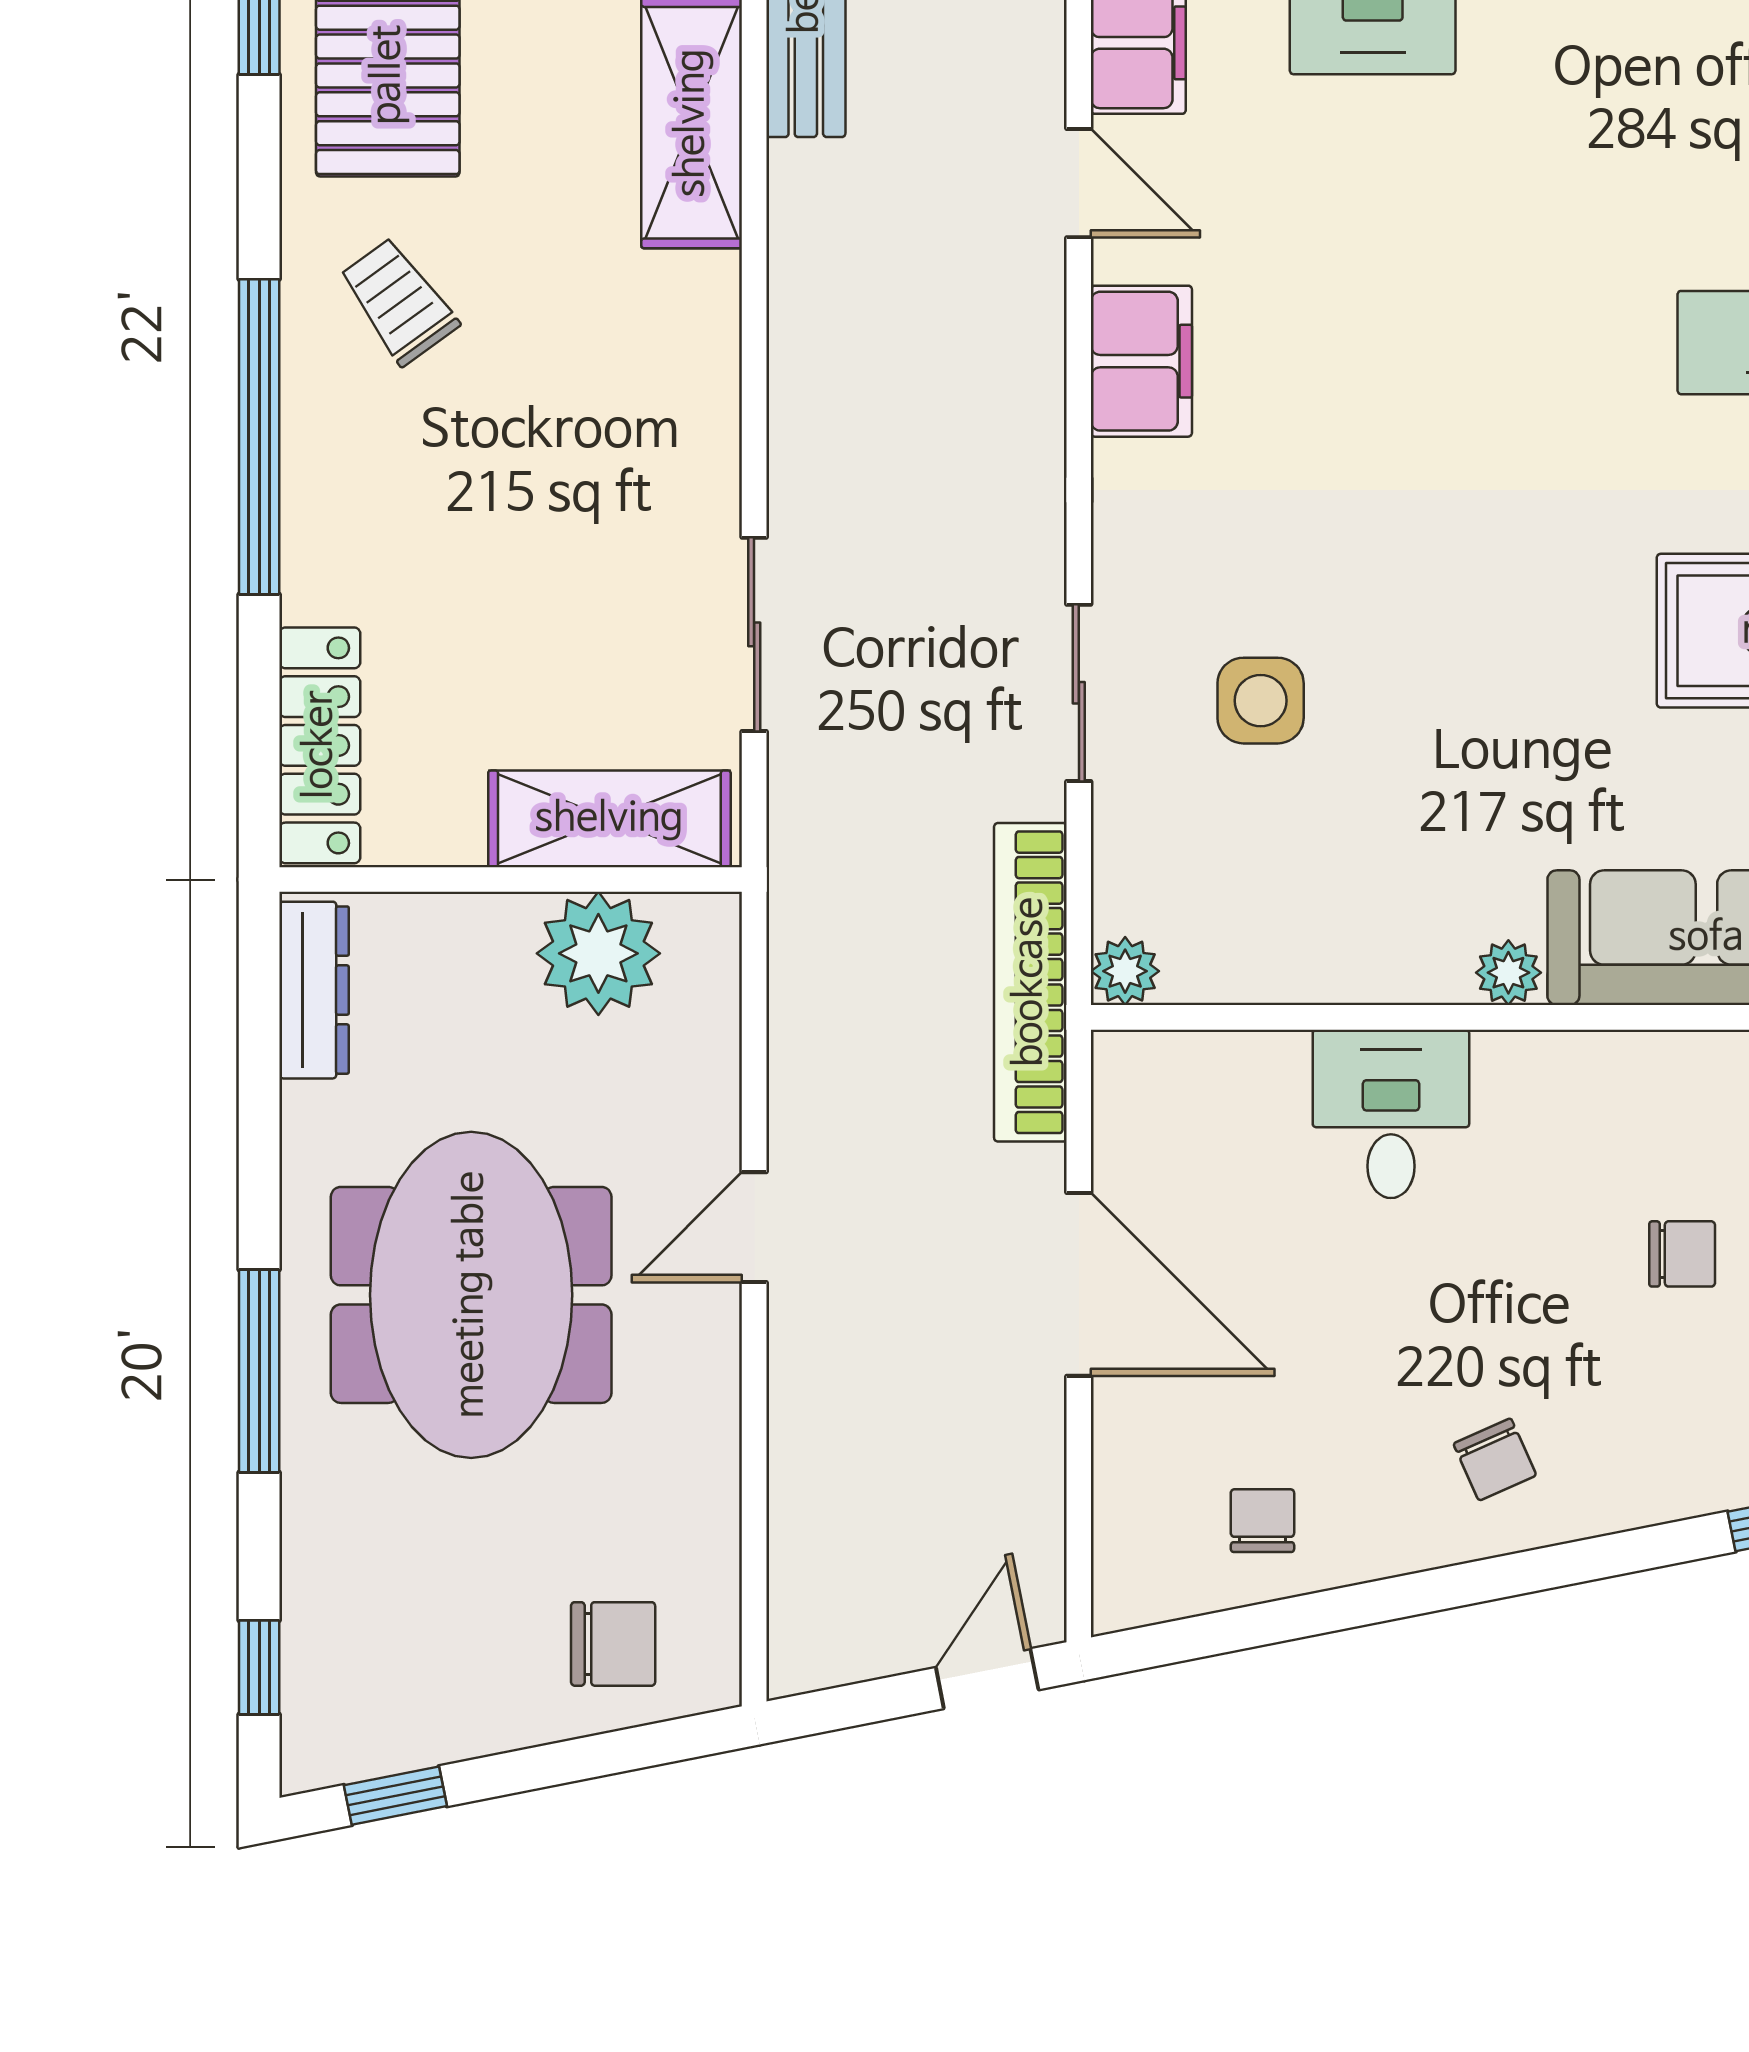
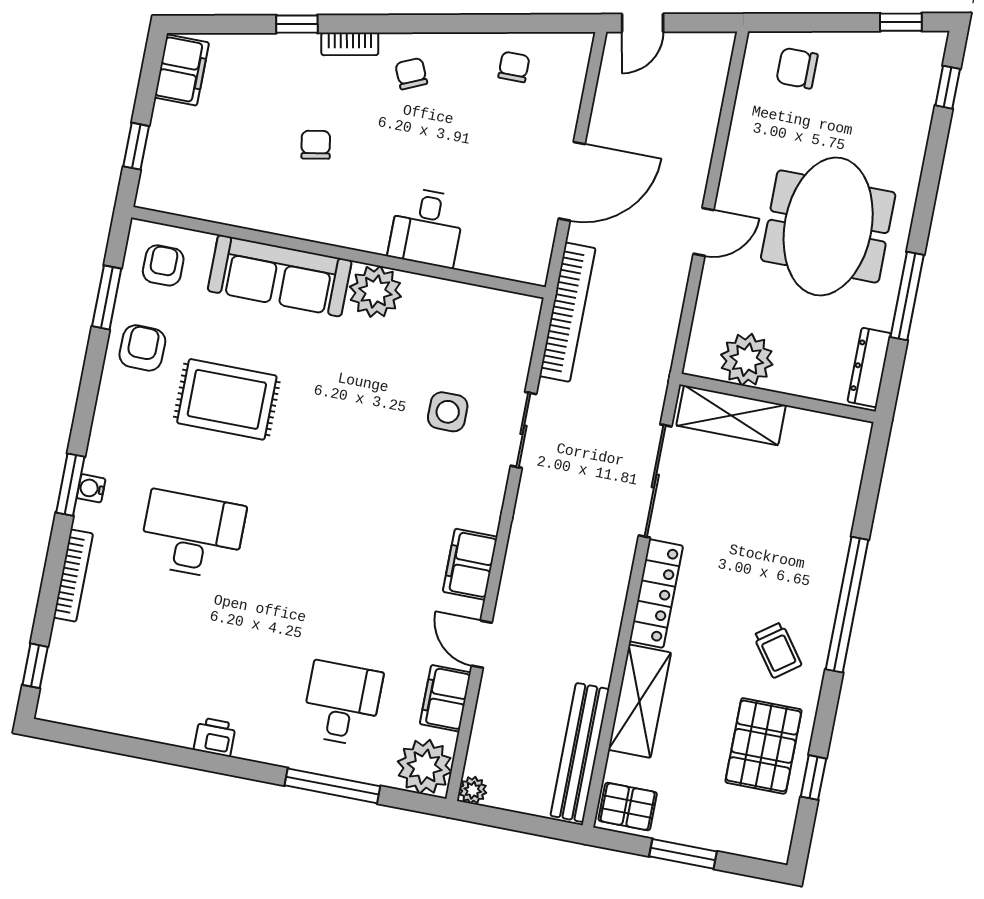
sliding door: (754, 634) -> (655, 481), width x1.37
locker: (320, 745) -> (656, 594), moved, turned 180
plant: (1125, 971) -> (527, 309), removed
plant: (1508, 973) -> (375, 292), width x1.88, depth x1.88
chair: (1682, 1254) -> (316, 145), turned 80
door: (1079, 1284) -> (572, 181), swing flipped
window: (259, 1371) -> (907, 296), moved
bookcase: (1649, 1500) -> (350, 44), added
chair: (1262, 1521) -> (514, 67), turned 180

